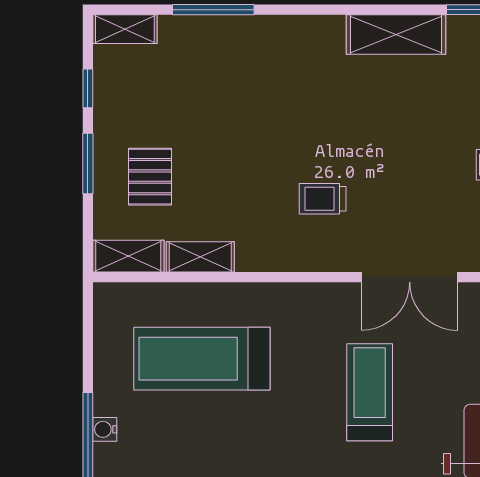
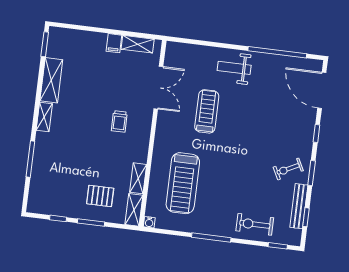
shelving: (125, 29) -> (44, 117), moved
treadmill: (370, 392) -> (207, 111), turned 90
water cooler: (105, 429) -> (149, 222), moved

